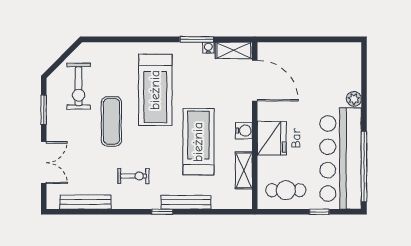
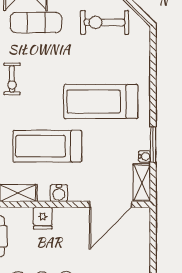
exercise mat: (111, 121) -> (36, 23), moved
fridge: (272, 138) -> (43, 218), width x0.53, depth x0.75
treadmill: (198, 142) -> (47, 146), turned 180

